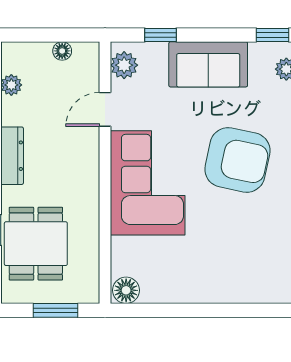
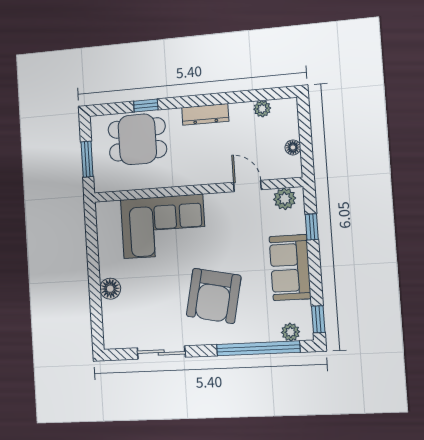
corner sofa: (148, 183) -> (163, 226), moved
floor lamp: (126, 290) -> (110, 289), moved

